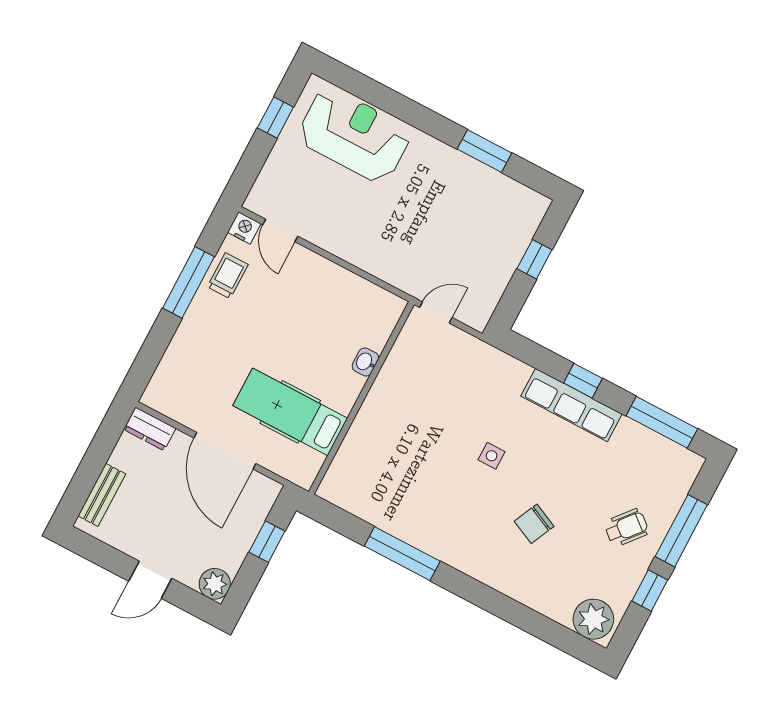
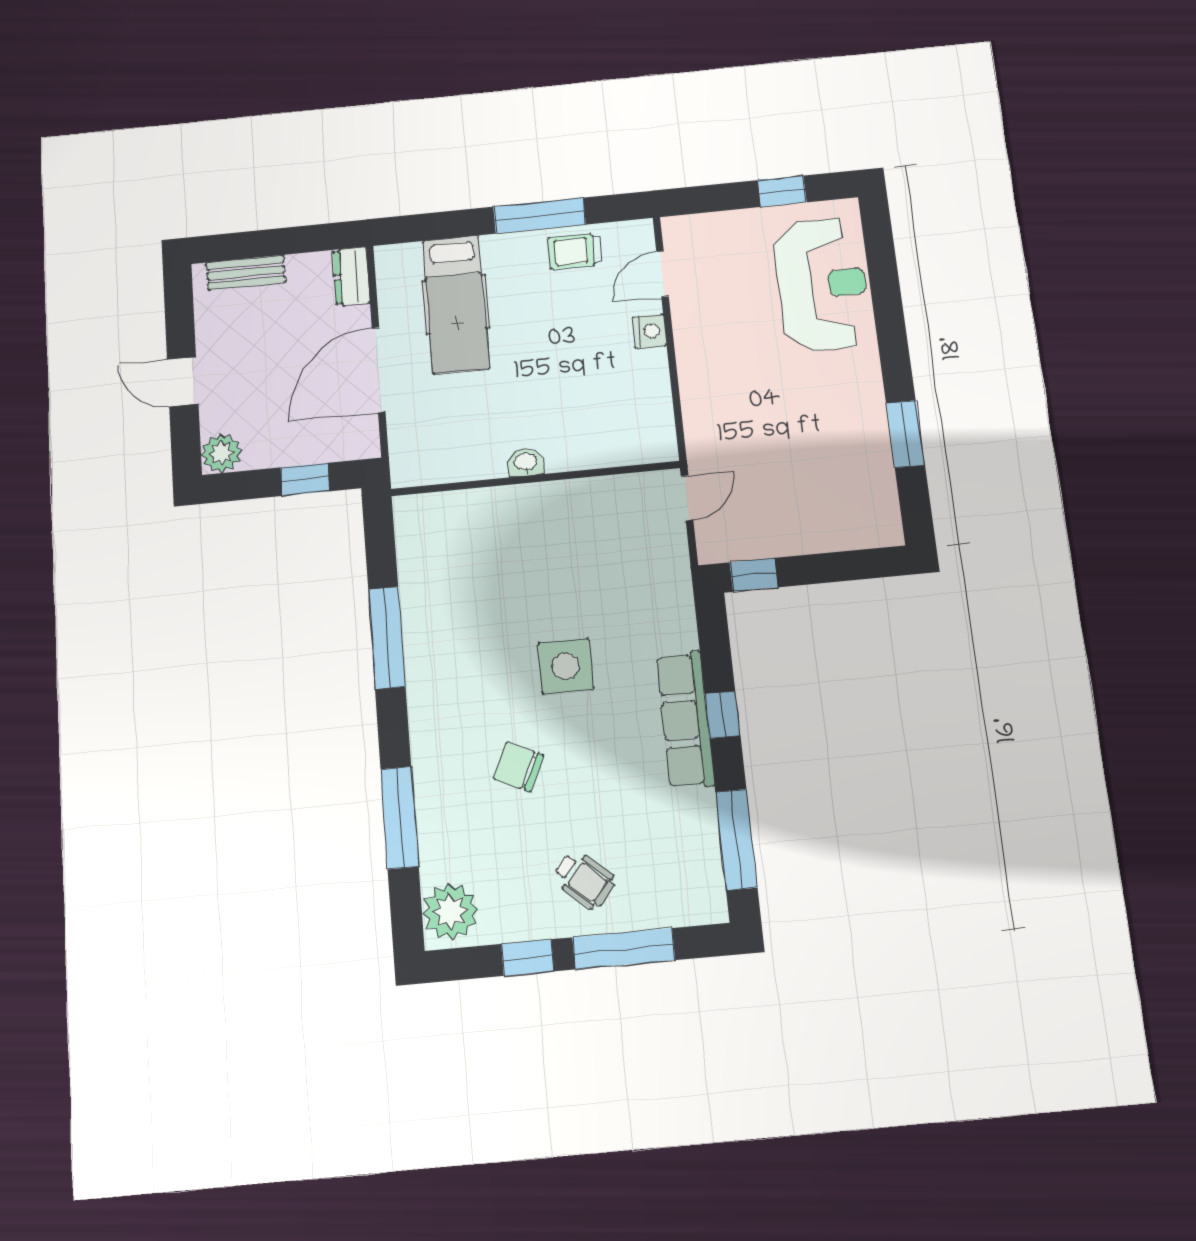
nightstand: (244, 228) -> (649, 331), moved
window: (534, 259) -> (754, 575), moved
trolley: (228, 276) -> (575, 251), turned 180
door: (436, 312) -> (687, 498), hinge flipped
washbasin: (365, 362) -> (526, 462), moved
hospital bed: (290, 412) -> (456, 304), moved, turned 180
side table: (492, 456) -> (566, 666), width x1.87, depth x1.87
window: (518, 615) -> (400, 818), added

